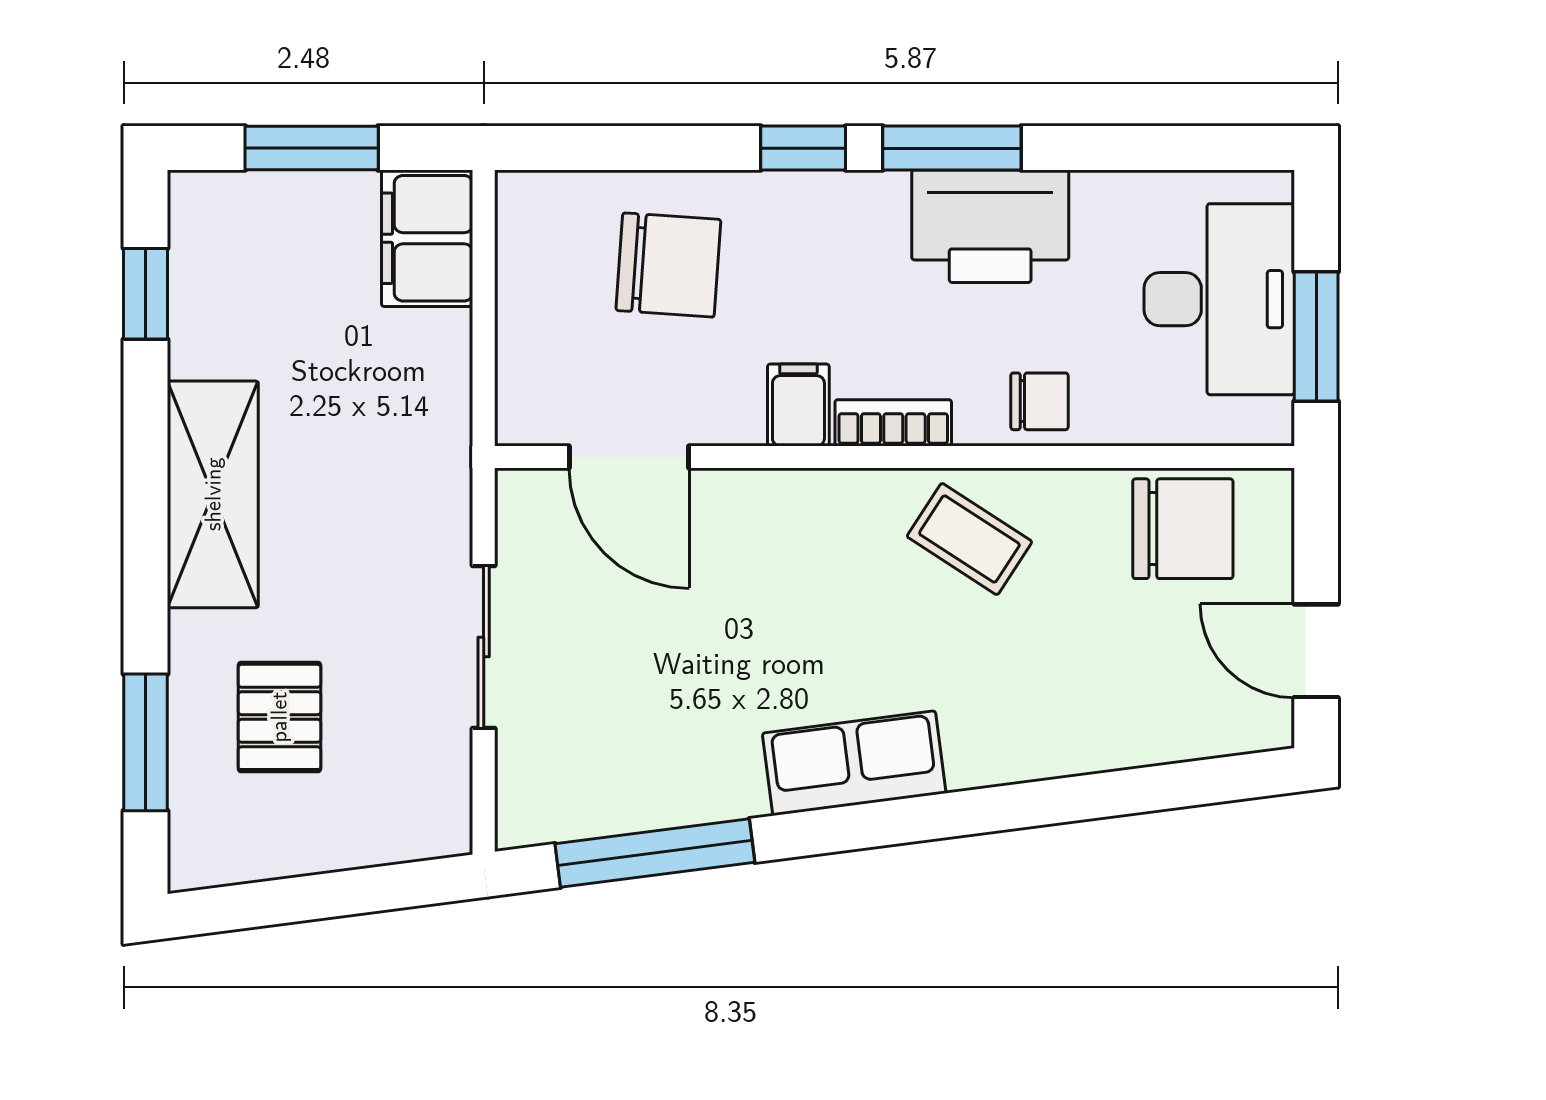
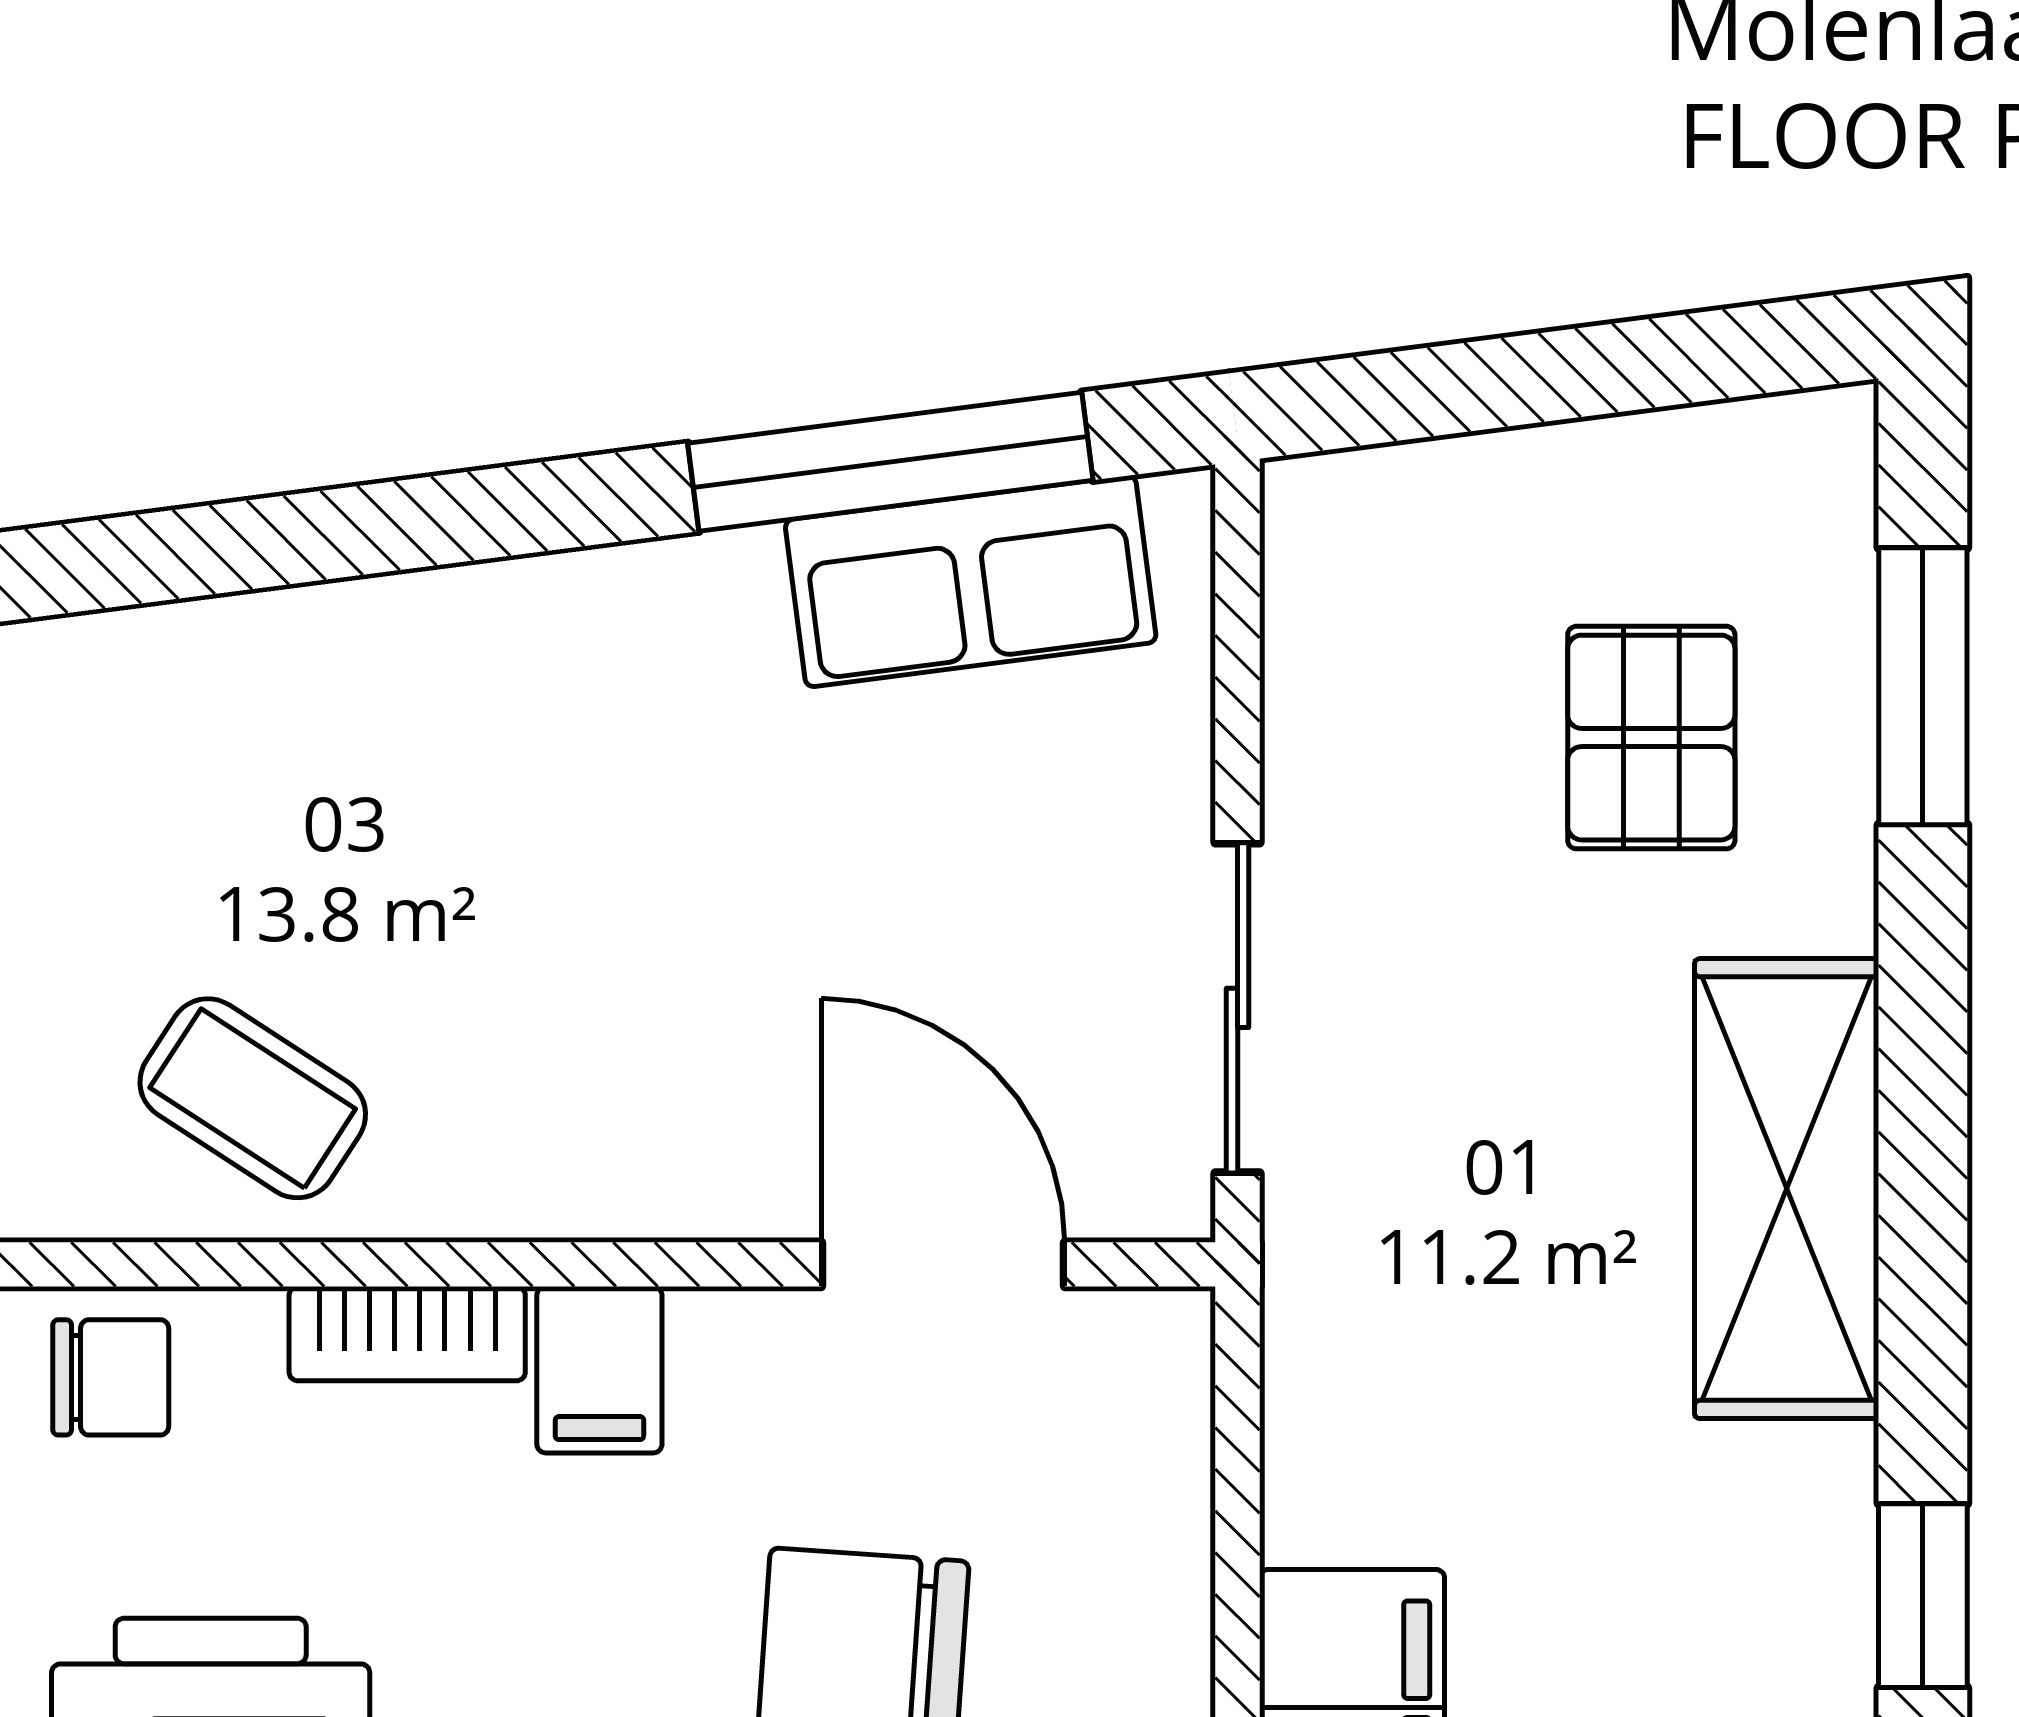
chair: (1040, 401) -> (111, 1377), turned 180
sliding door: (484, 647) -> (1238, 1008), moved
row of seats: (854, 763) -> (971, 581), moved

